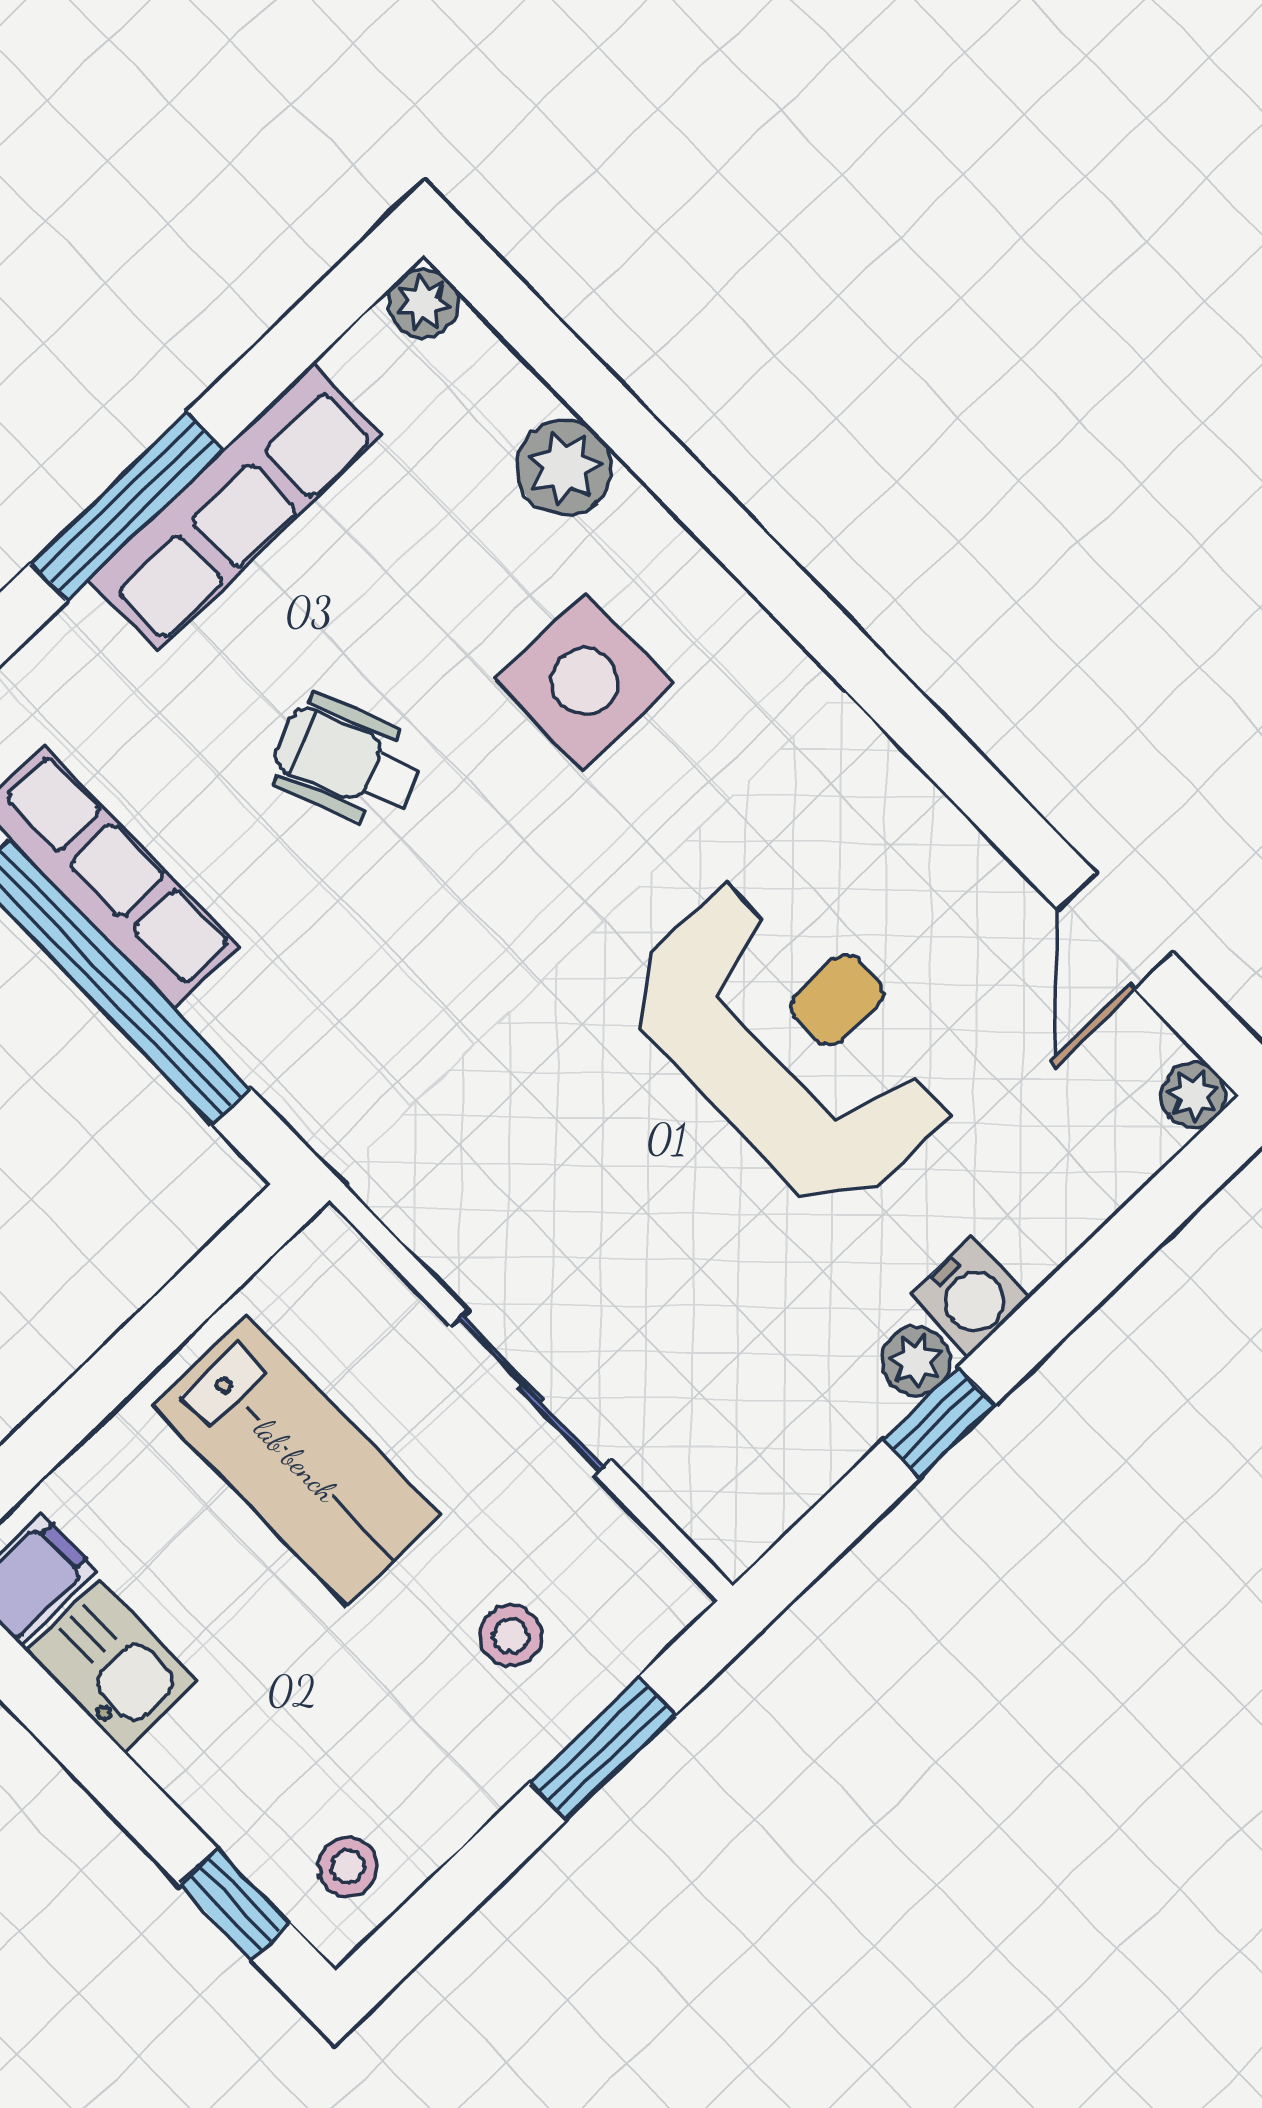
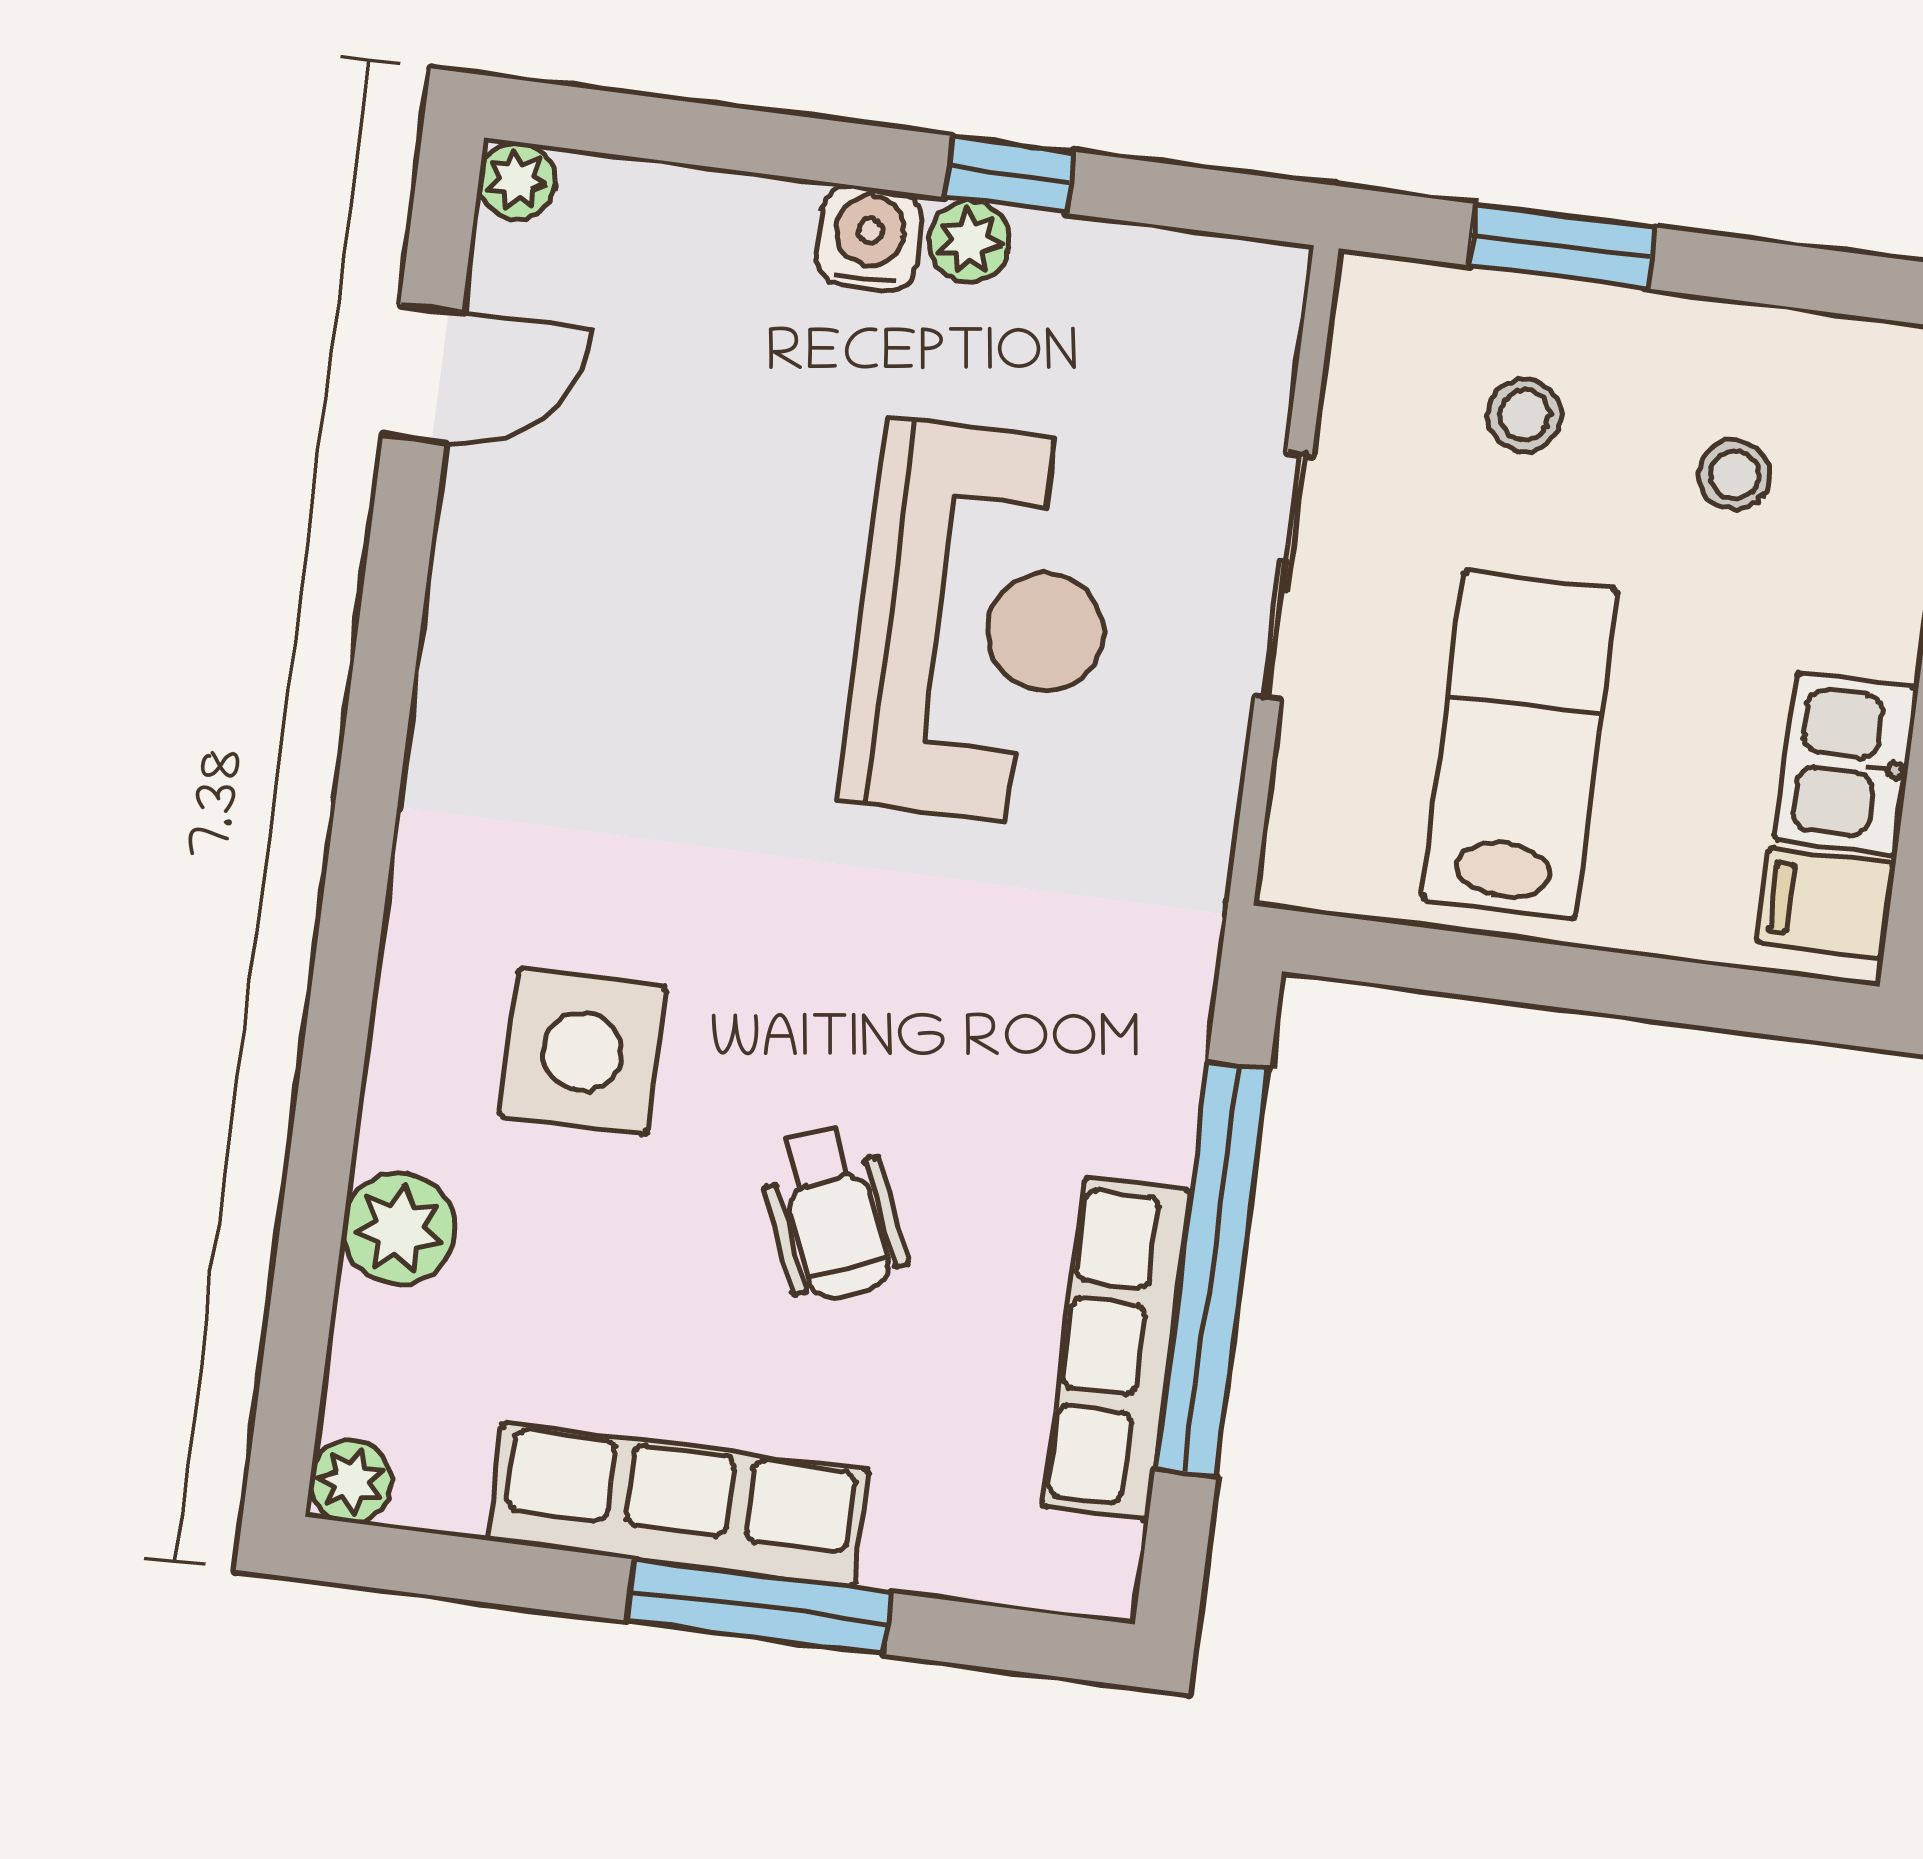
reception desk: (794, 1041) -> (982, 623), moved, turned 180
stool: (348, 1867) -> (1735, 475), moved

